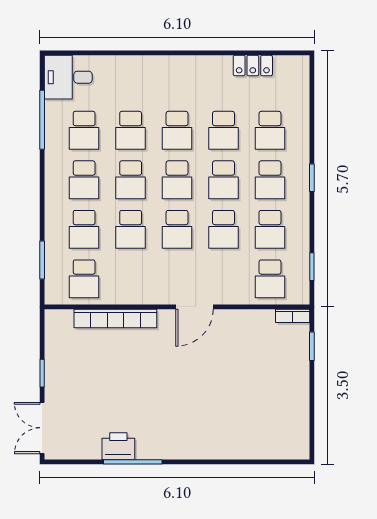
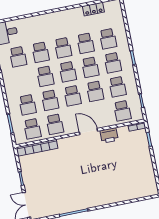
school desk: (84, 180) -> (55, 124), moved
door: (194, 307) -> (88, 132), swing flipped
bookcase: (115, 318) -> (37, 148), moved
printer: (118, 446) -> (109, 135), moved, turned 180

